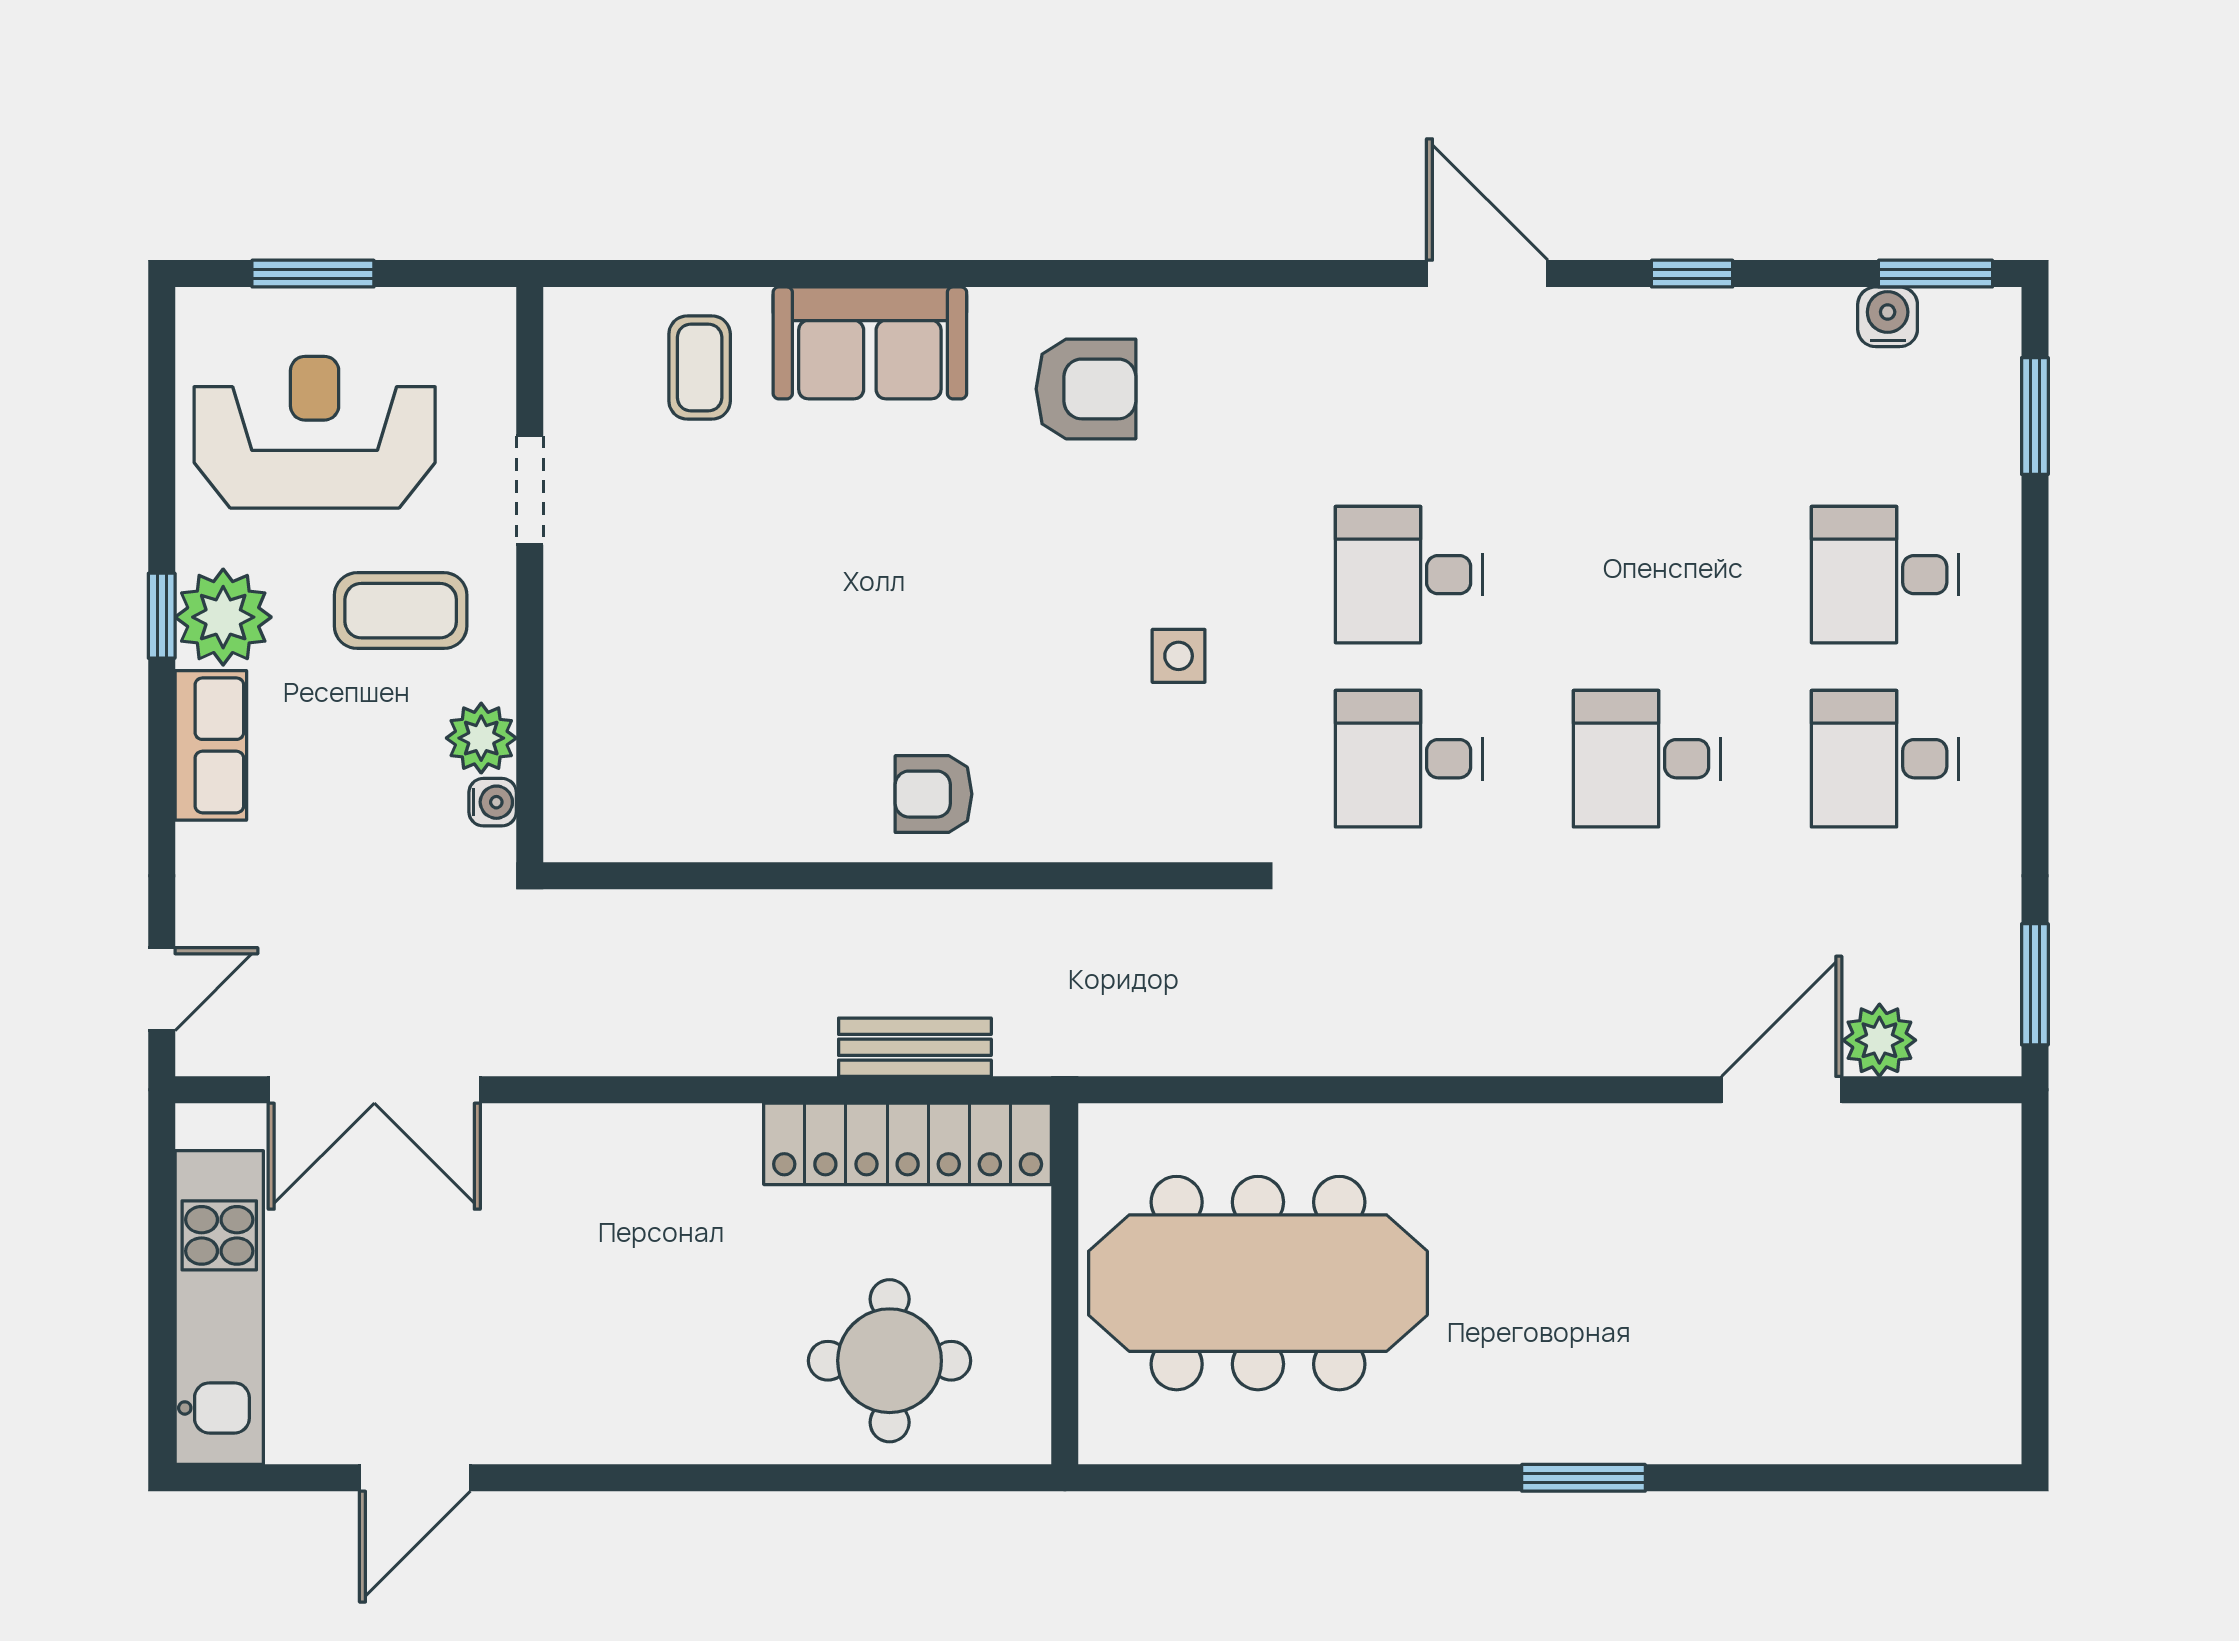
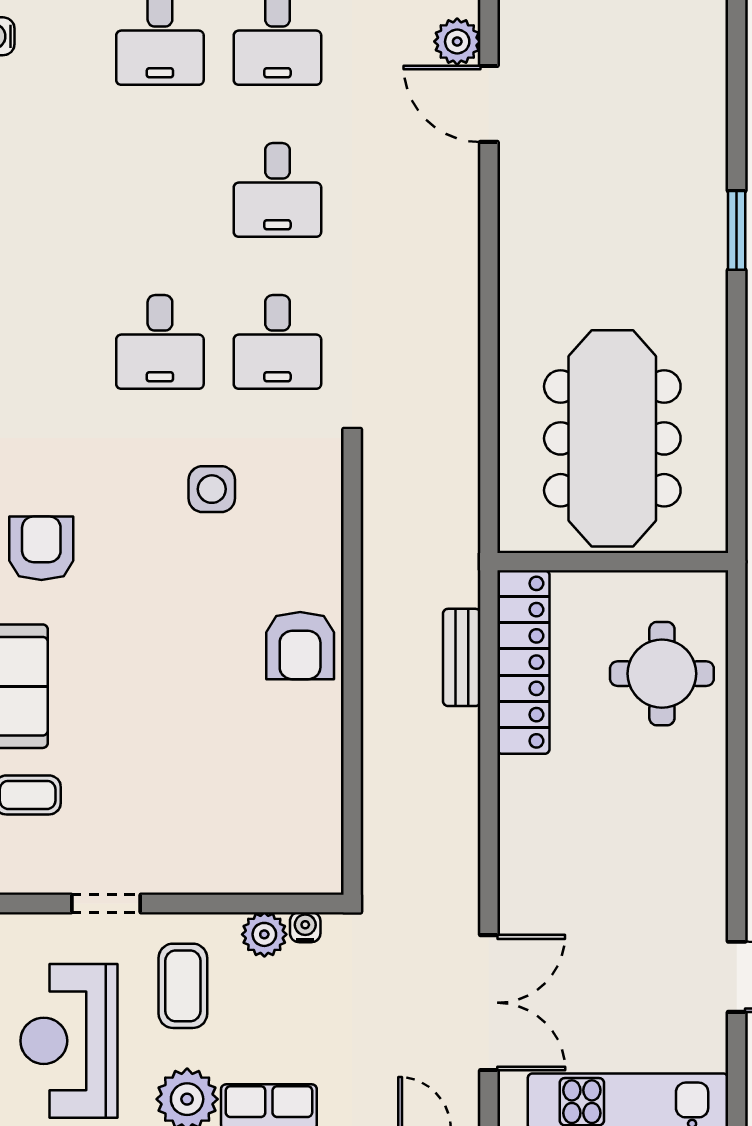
side table: (1179, 656) -> (212, 489), width x1.37, depth x1.37
armchair: (934, 794) -> (300, 646), width x1.38, depth x1.38

